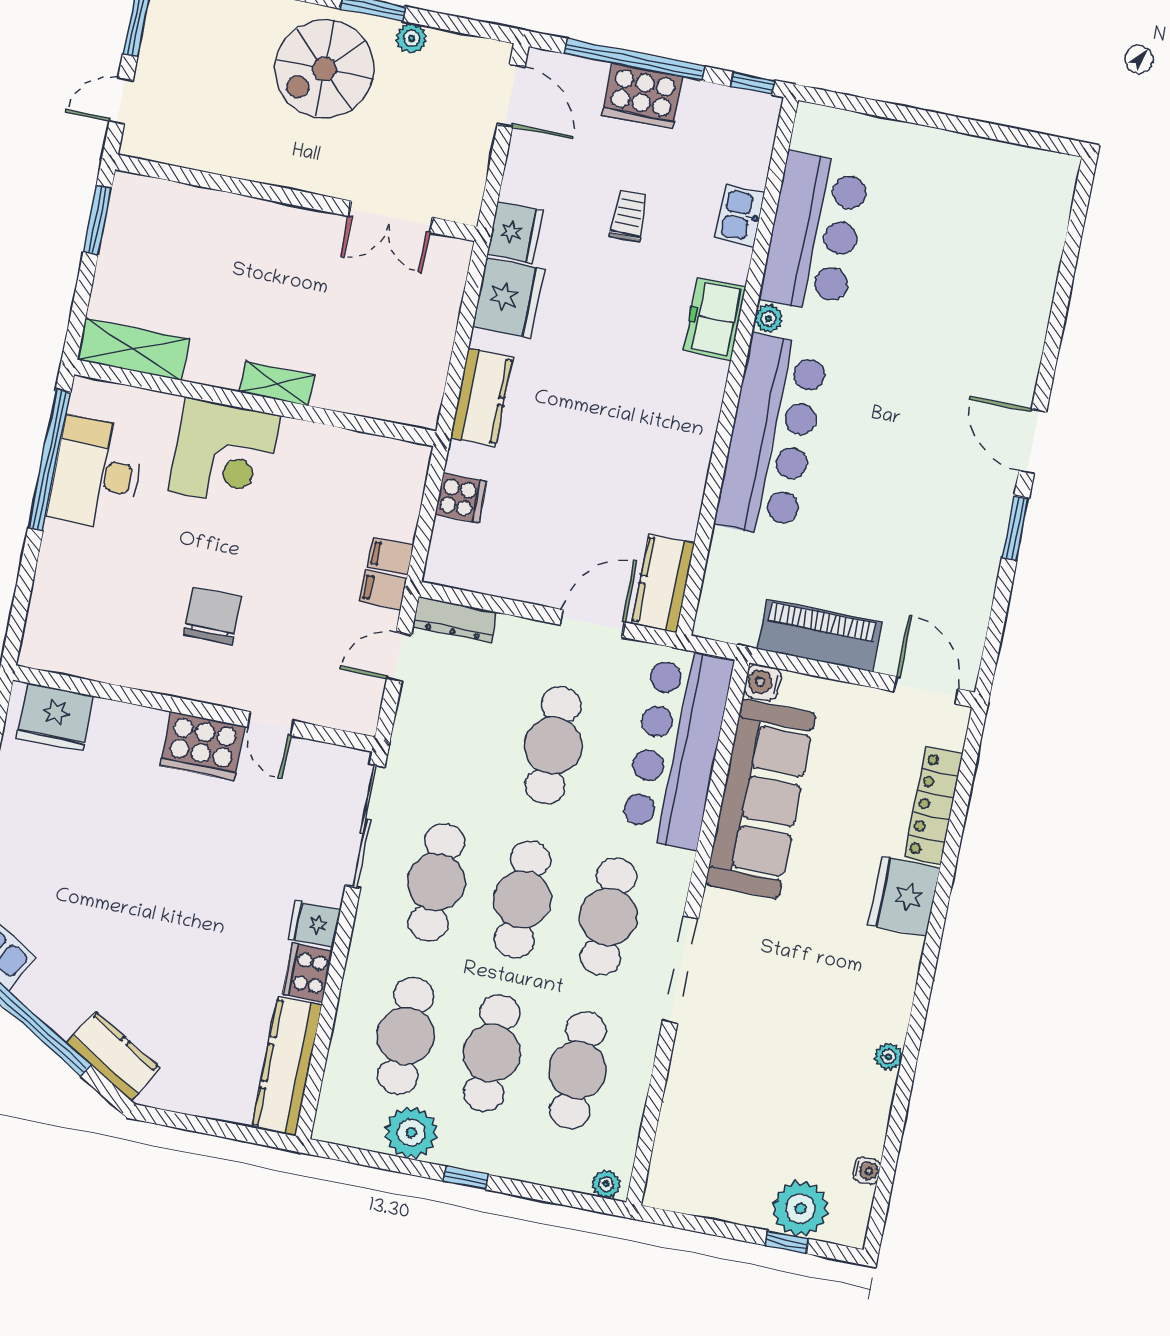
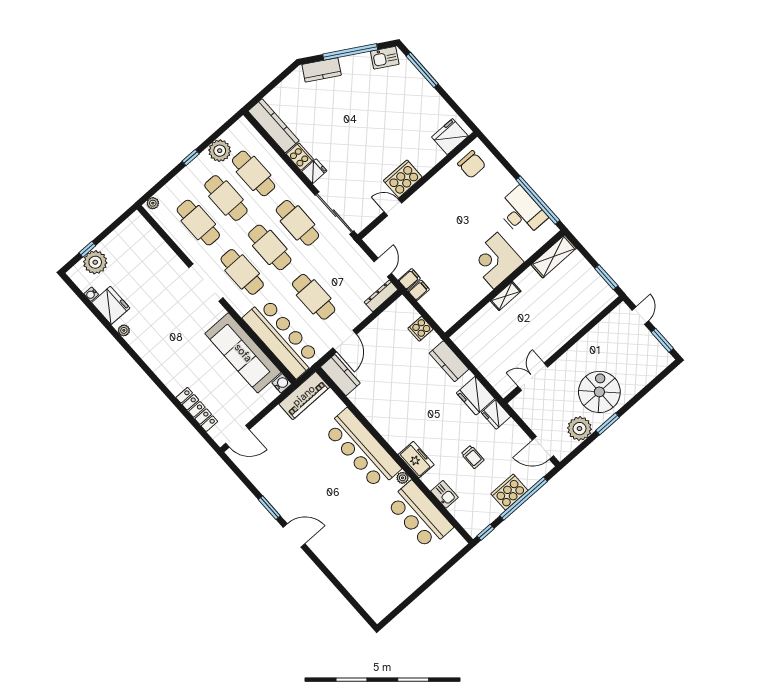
plant: (412, 38) -> (580, 429), width x1.87, depth x1.87
chair: (212, 616) -> (472, 164), moved
piano: (819, 635) -> (304, 396), moved
fridge: (904, 896) -> (111, 305), moved

